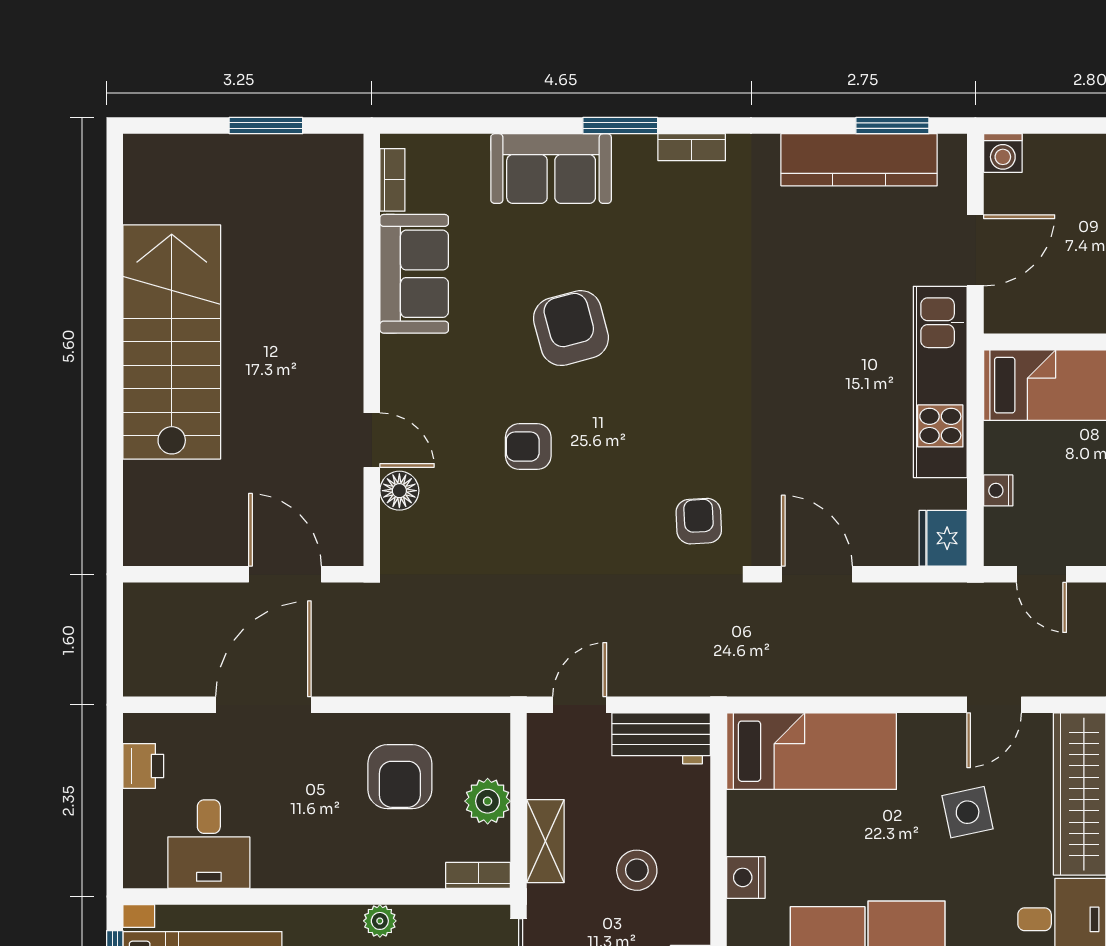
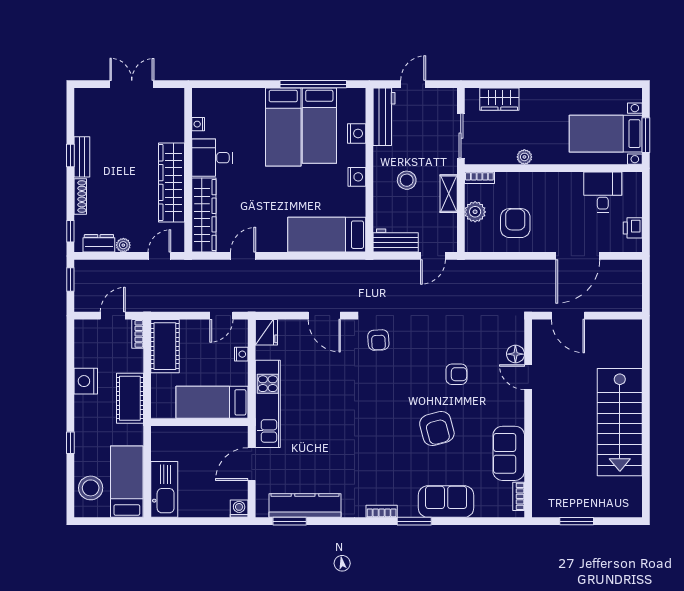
door: (1041, 574) -> (221, 316), swing flipped
side table: (968, 812) -> (255, 207), removed

